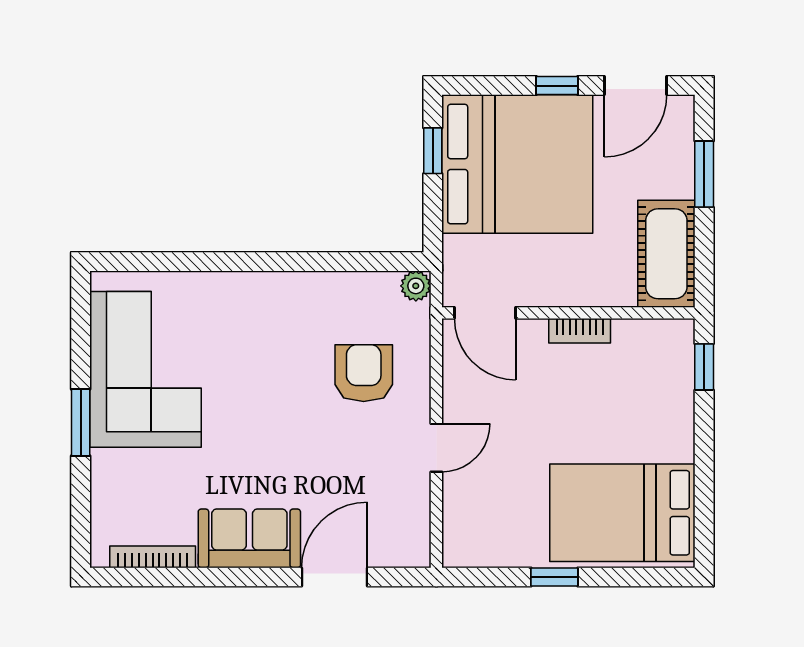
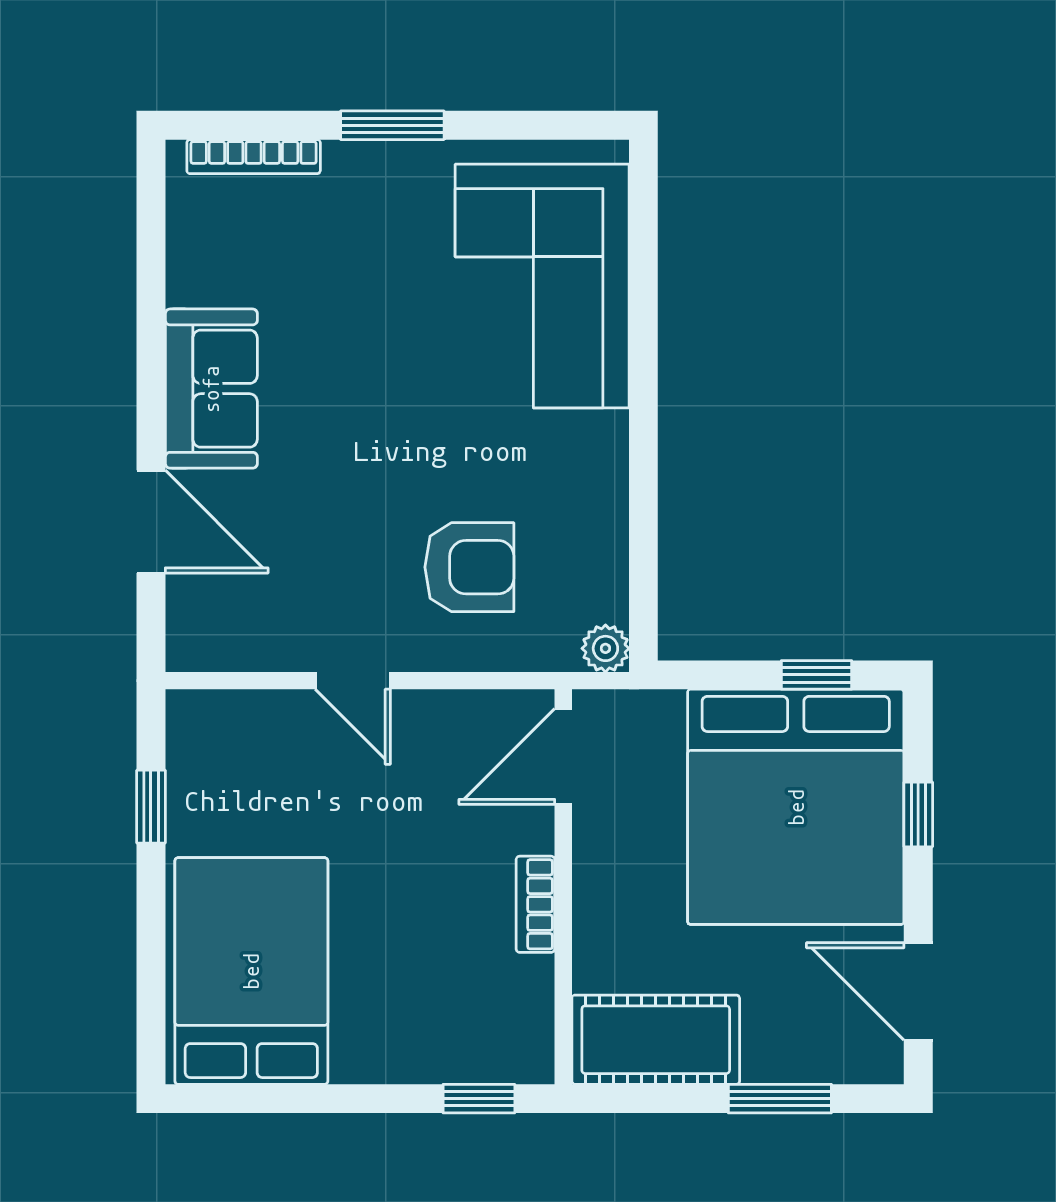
window: (557, 86) -> (918, 814), moved
corner sofa: (145, 369) -> (542, 286), moved, turned 90
bookcase: (153, 557) -> (254, 157), moved, turned 90
window: (554, 577) -> (151, 807), moved

